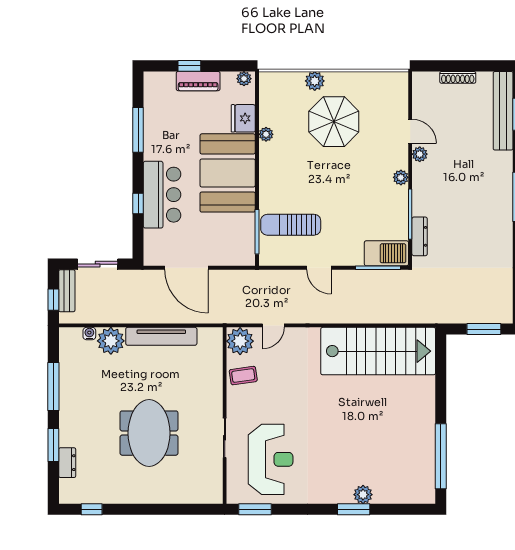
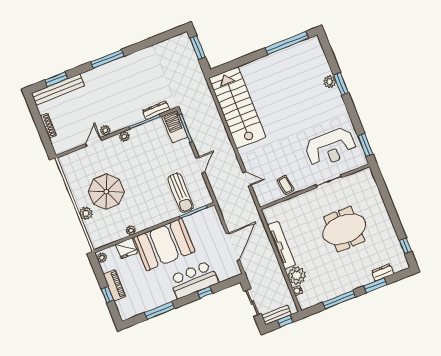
plant: (240, 341) -> (265, 196), removed
reception desk: (271, 459) -> (331, 148), turned 180

